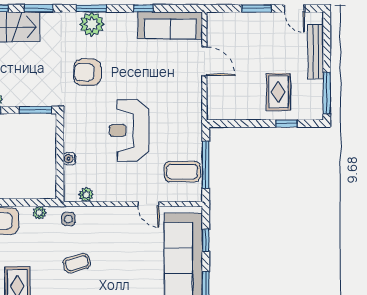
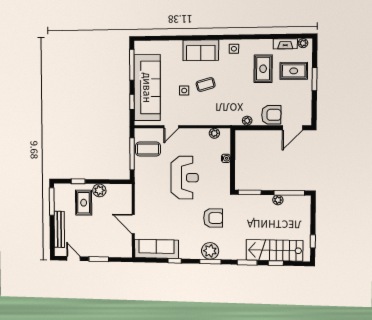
plant: (255, 110) -> (99, 190), added
door: (148, 204) -> (171, 127), swing flipped
side table: (68, 219) -> (184, 91), moved
coffee table: (77, 263) -> (206, 85), moved

